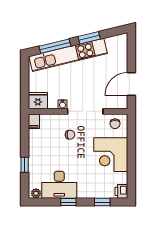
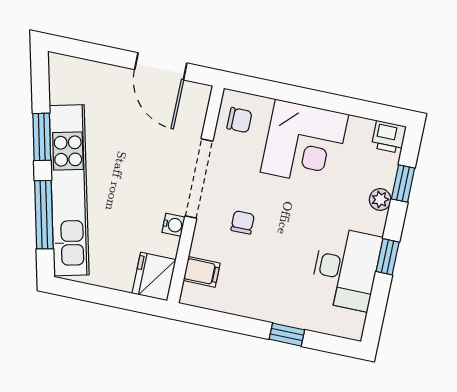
filing cabinet: (34, 121) -> (202, 272), moved
plant: (36, 193) -> (380, 200), moved

